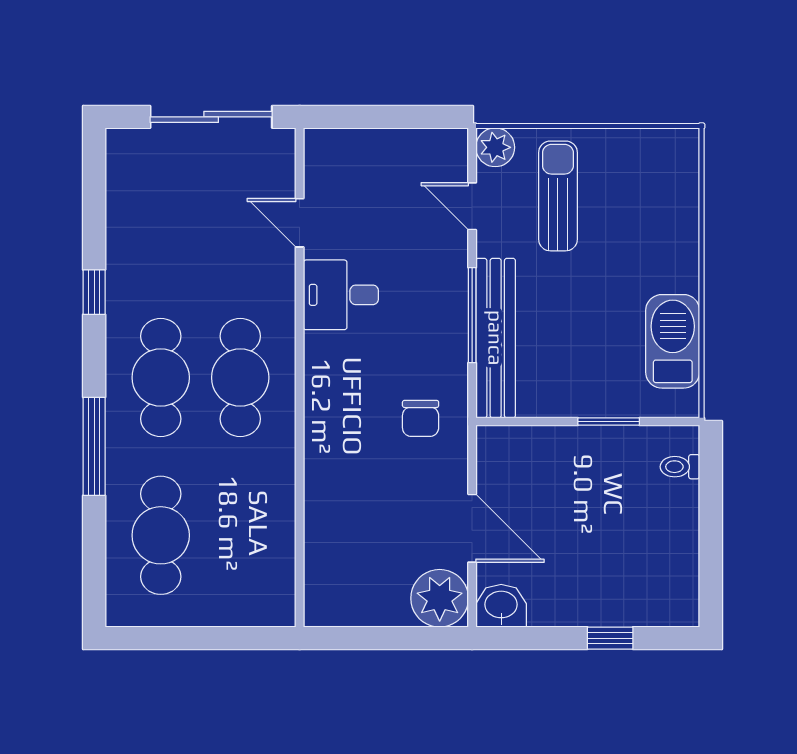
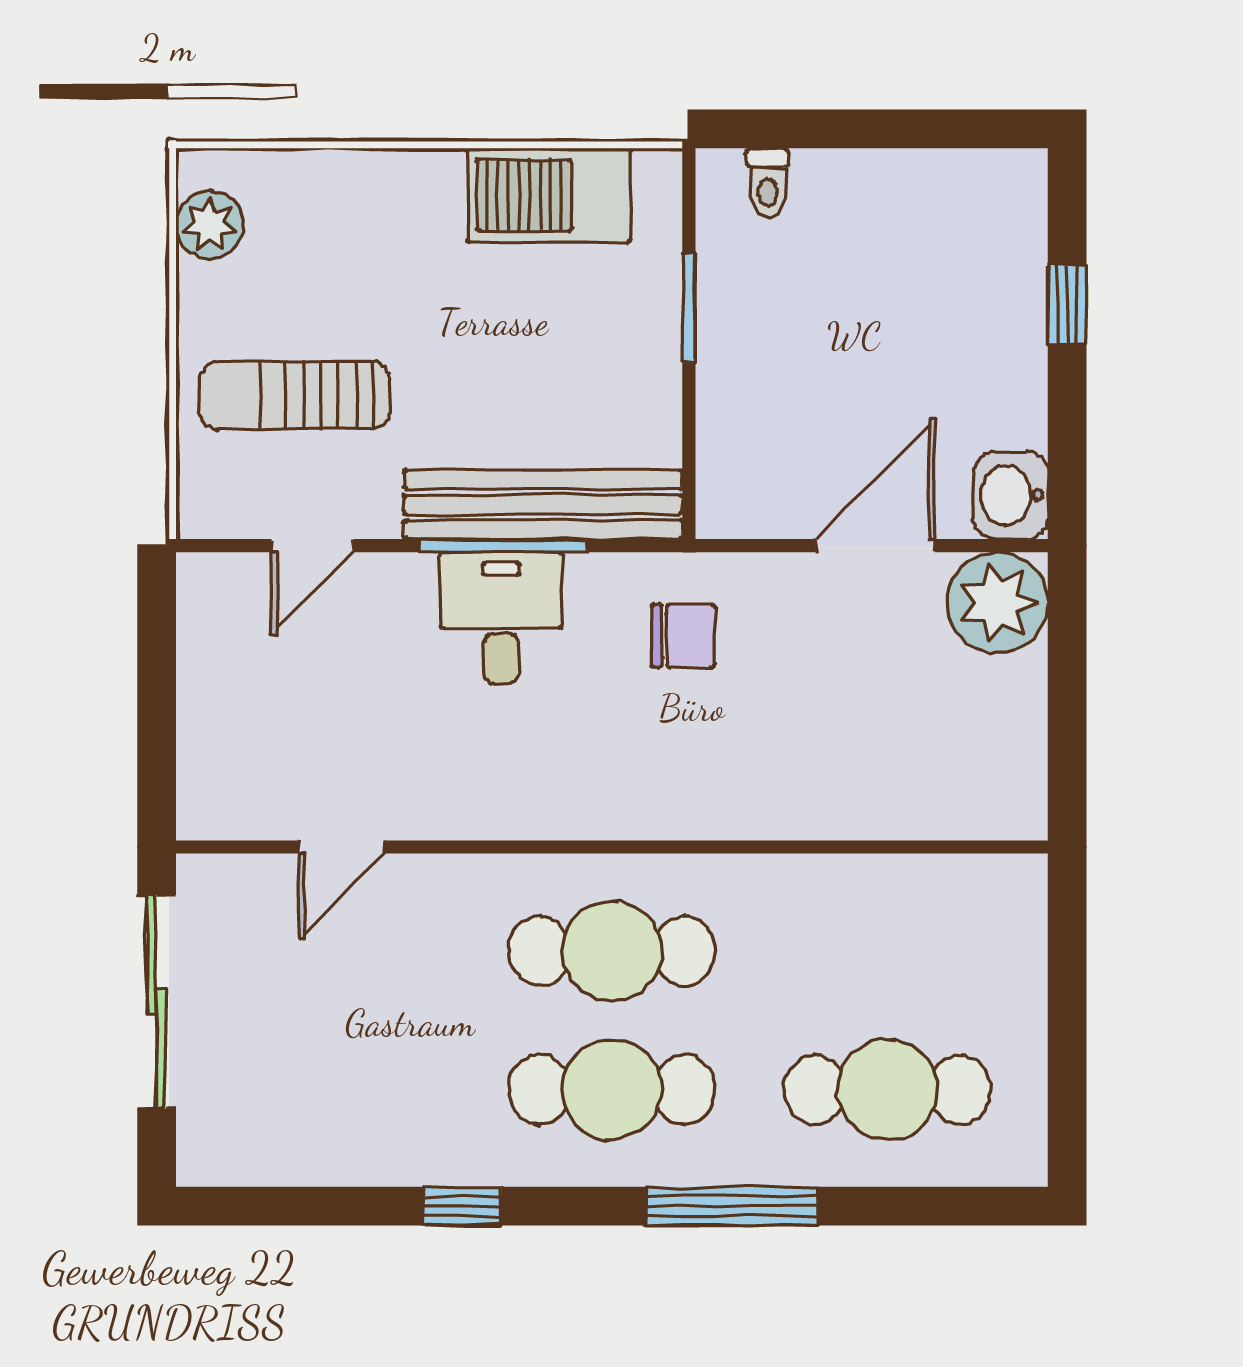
plant: (495, 147) -> (210, 225), moved
desk: (341, 295) -> (501, 618), moved, turned 180

